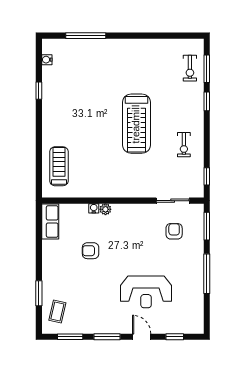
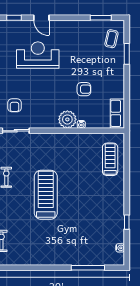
treadmill: (59, 166) -> (110, 159), turned 180
plant: (105, 209) -> (67, 119), width x1.88, depth x1.88
window: (107, 337) -> (70, 18), removed

